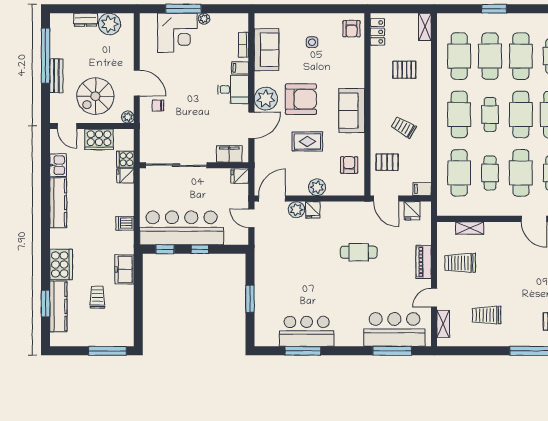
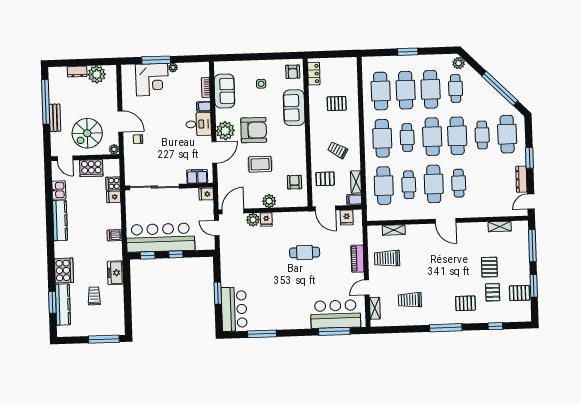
shelving: (425, 27) -> (356, 182), moved
sofa: (352, 111) -> (294, 108), moved
bar counter: (307, 331) -> (234, 309), moved, turned 90

